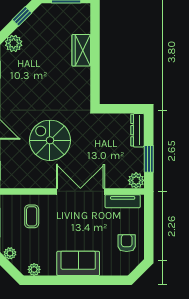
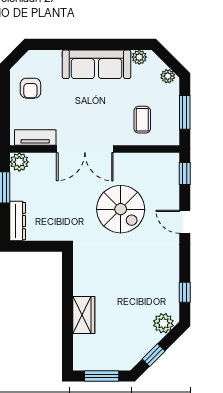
sofa: (78, 263) -> (96, 64), width x1.36

